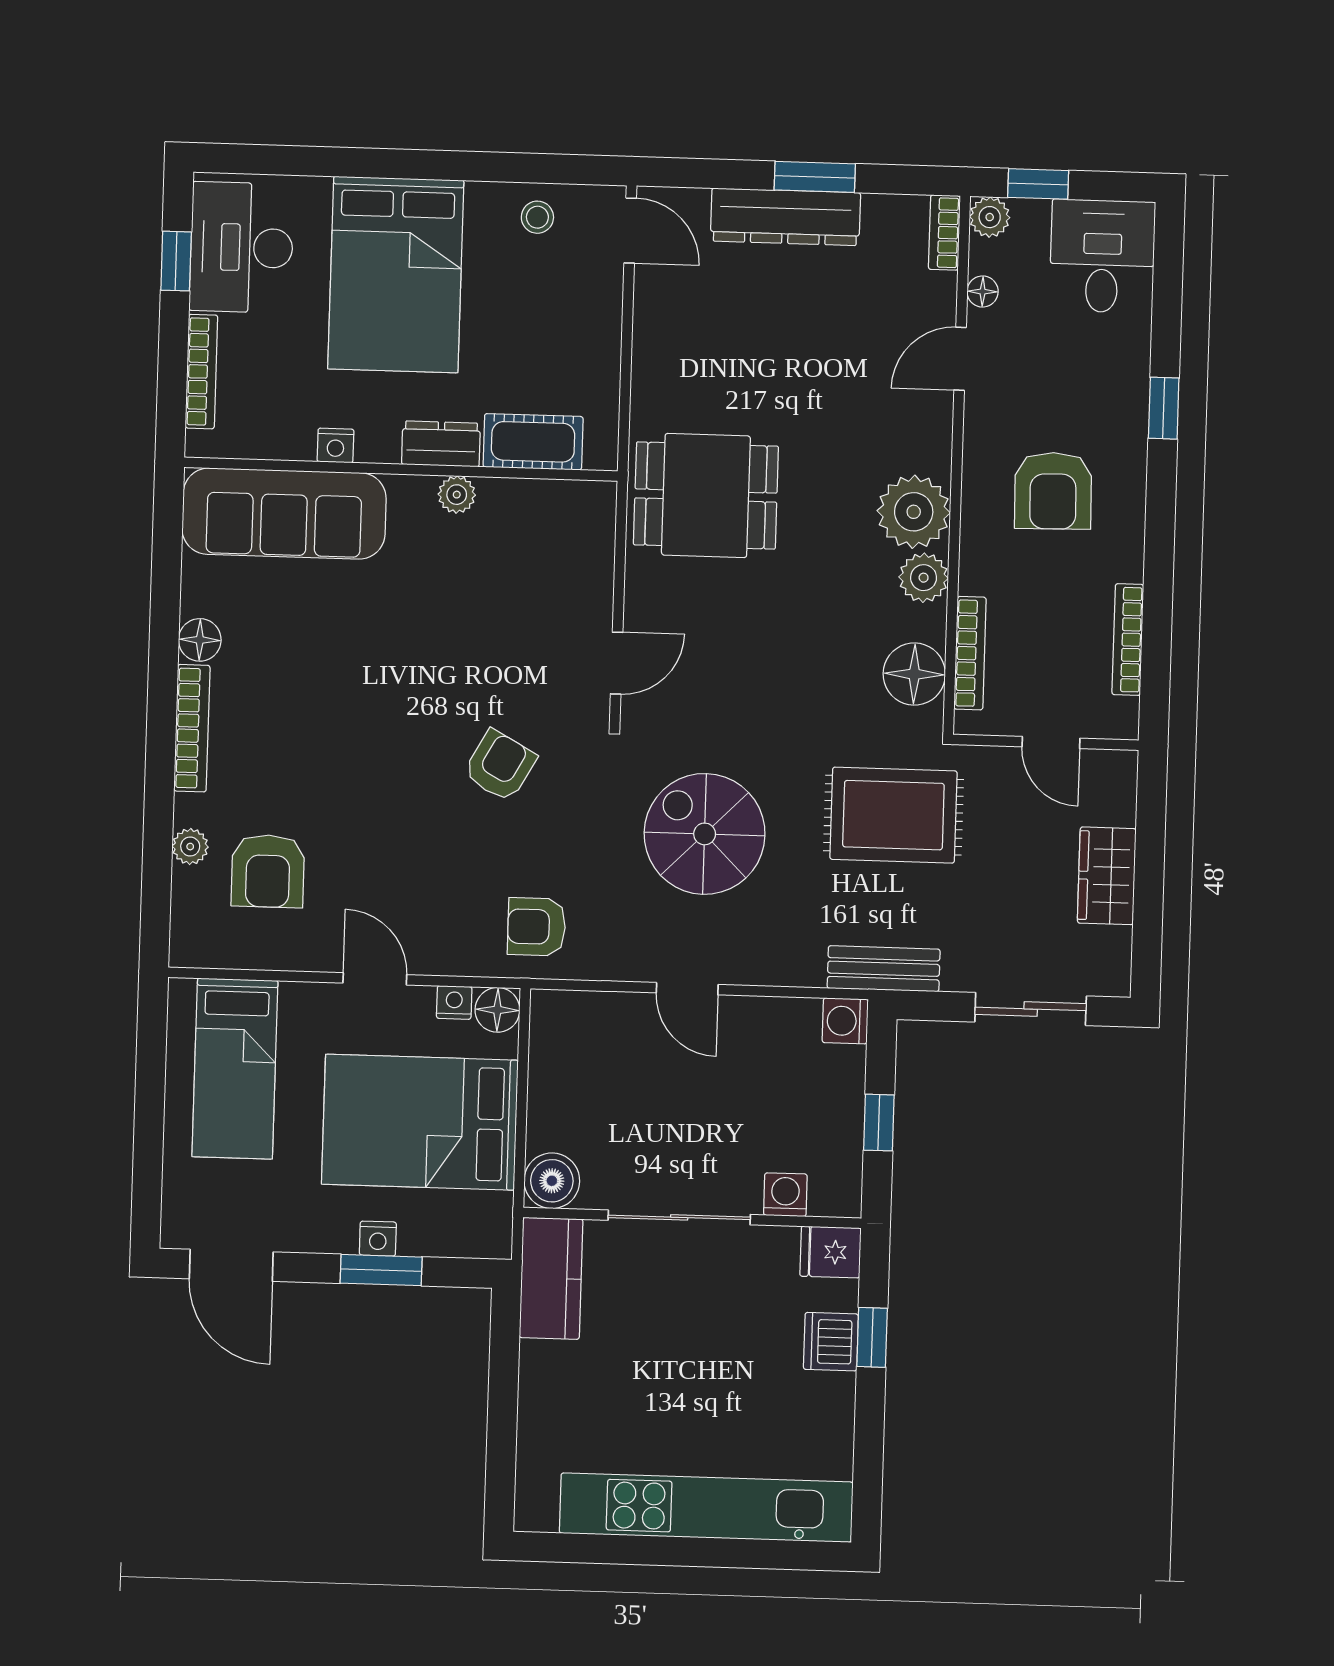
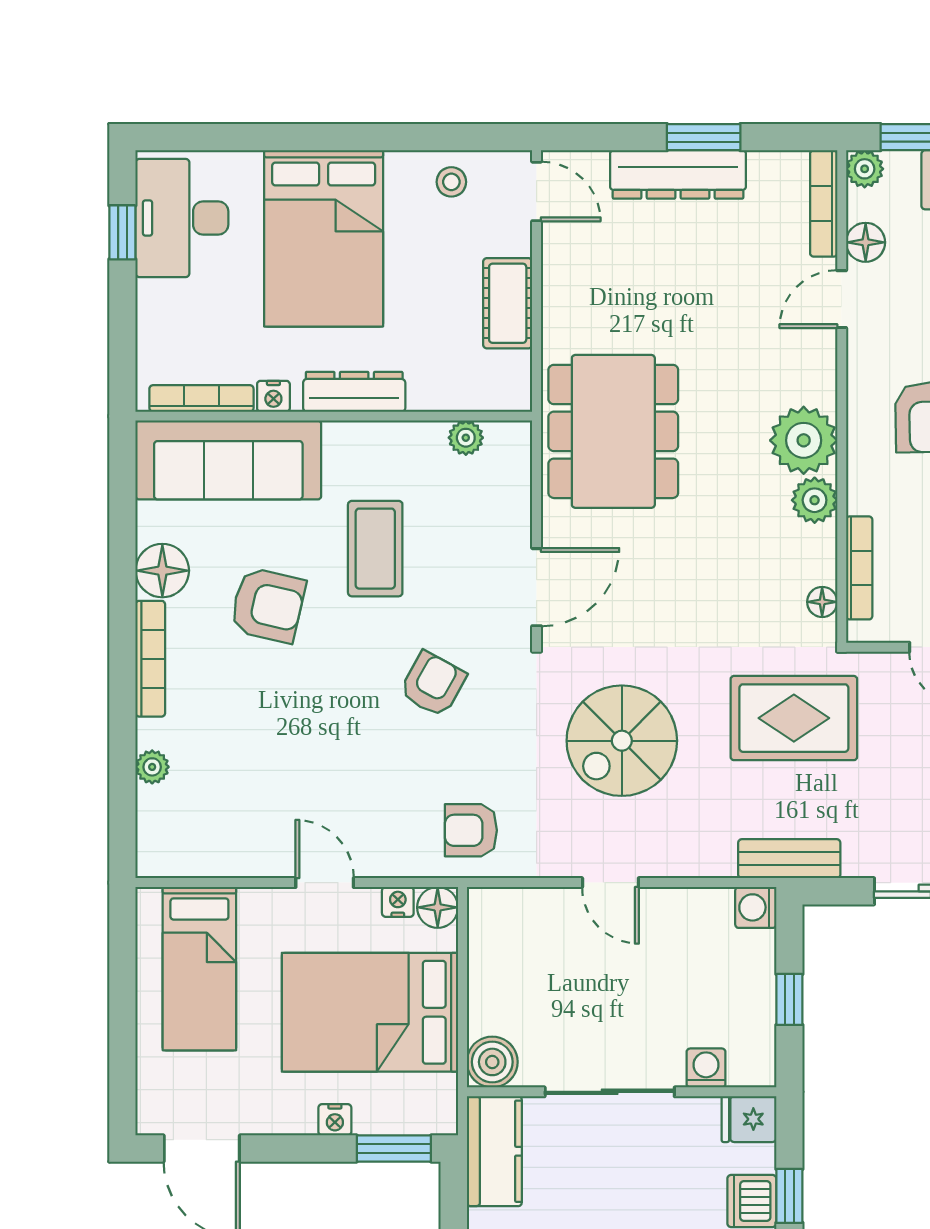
bookcase: (944, 233) -> (824, 203), width x1.56
floor lamp: (983, 292) -> (866, 242), width x1.37, depth x1.37
bookcase: (201, 372) -> (201, 398), moved, turned -90
cot: (533, 442) -> (508, 303), moved, turned 90
dresser: (441, 444) -> (354, 392), width x1.44
plant: (457, 495) -> (466, 438), moved
dining table: (706, 496) -> (613, 431), width x1.38
coffee table: (442, 615) -> (375, 549), added
floor lamp: (200, 640) -> (162, 571), width x1.38, depth x1.38
door: (617, 663) -> (537, 587), width x1.38
floor lamp: (914, 674) -> (822, 602), width x0.53, depth x0.53
spiral stairs: (705, 834) -> (622, 741), turned -90
armchair: (268, 871) -> (268, 605), moved, turned -77
window: (381, 1270) -> (394, 1148), moved

